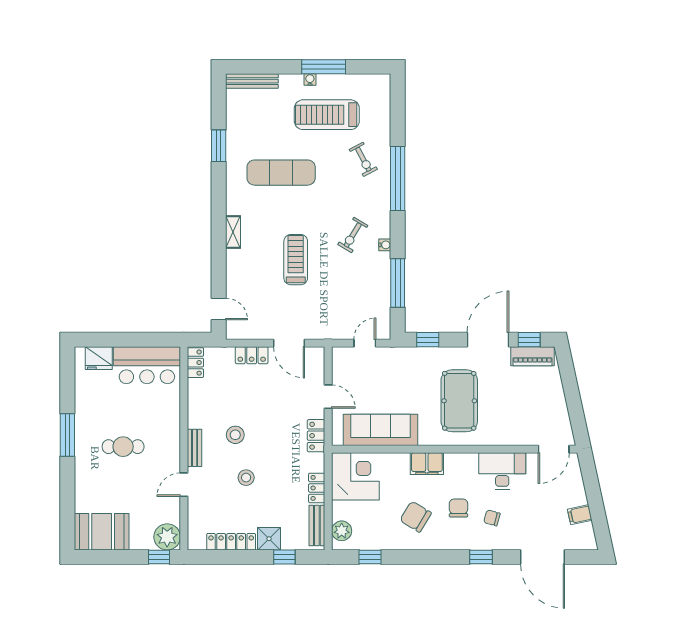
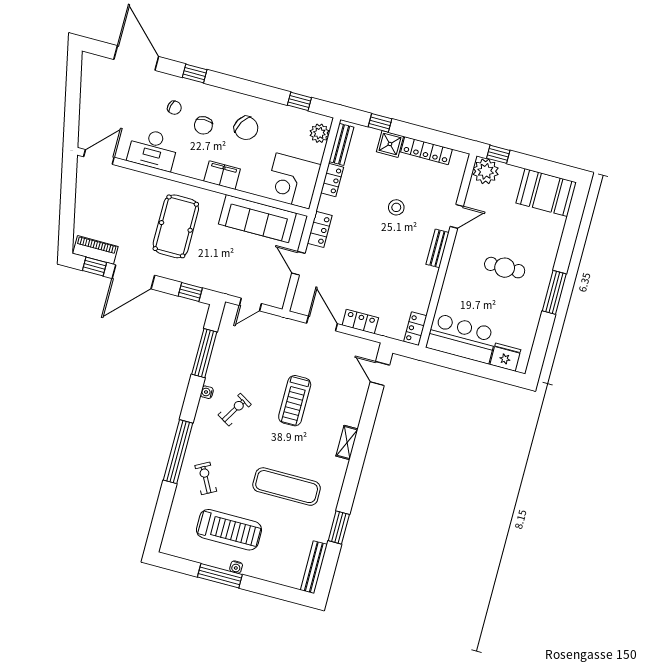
bench: (252, 81) -> (314, 567), moved, turned 90
stool: (235, 435) -> (396, 251), removed
filing cabinet: (580, 515) -> (91, 89), removed

